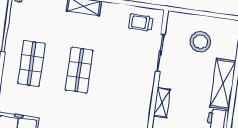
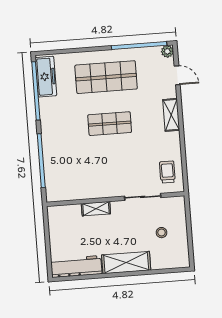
stool: (200, 42) -> (161, 233), width x0.53, depth x0.53
shop shelf: (31, 64) -> (106, 77), width x1.43, depth x1.36

